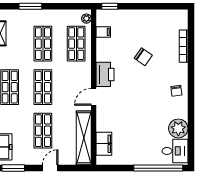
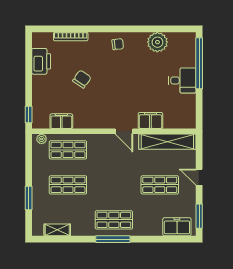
filing cabinet: (103, 32) -> (61, 121), width x2.00
printer: (105, 74) -> (41, 61), moved, turned 90
shop shelf: (43, 87) -> (114, 185), removed
filing cabinet: (104, 144) -> (150, 121), moved
desk: (175, 151) -> (182, 80), moved, turned 90

